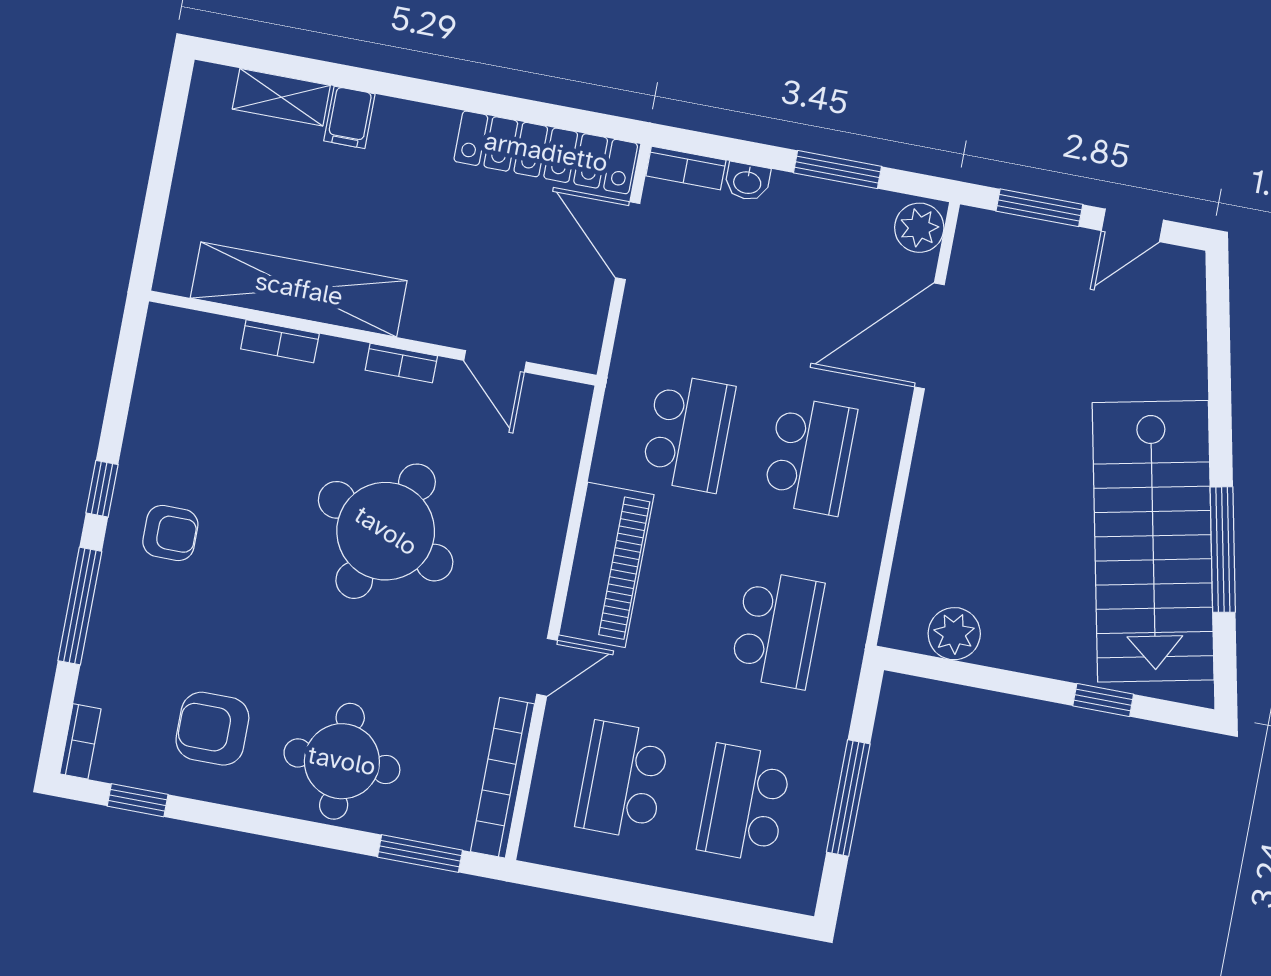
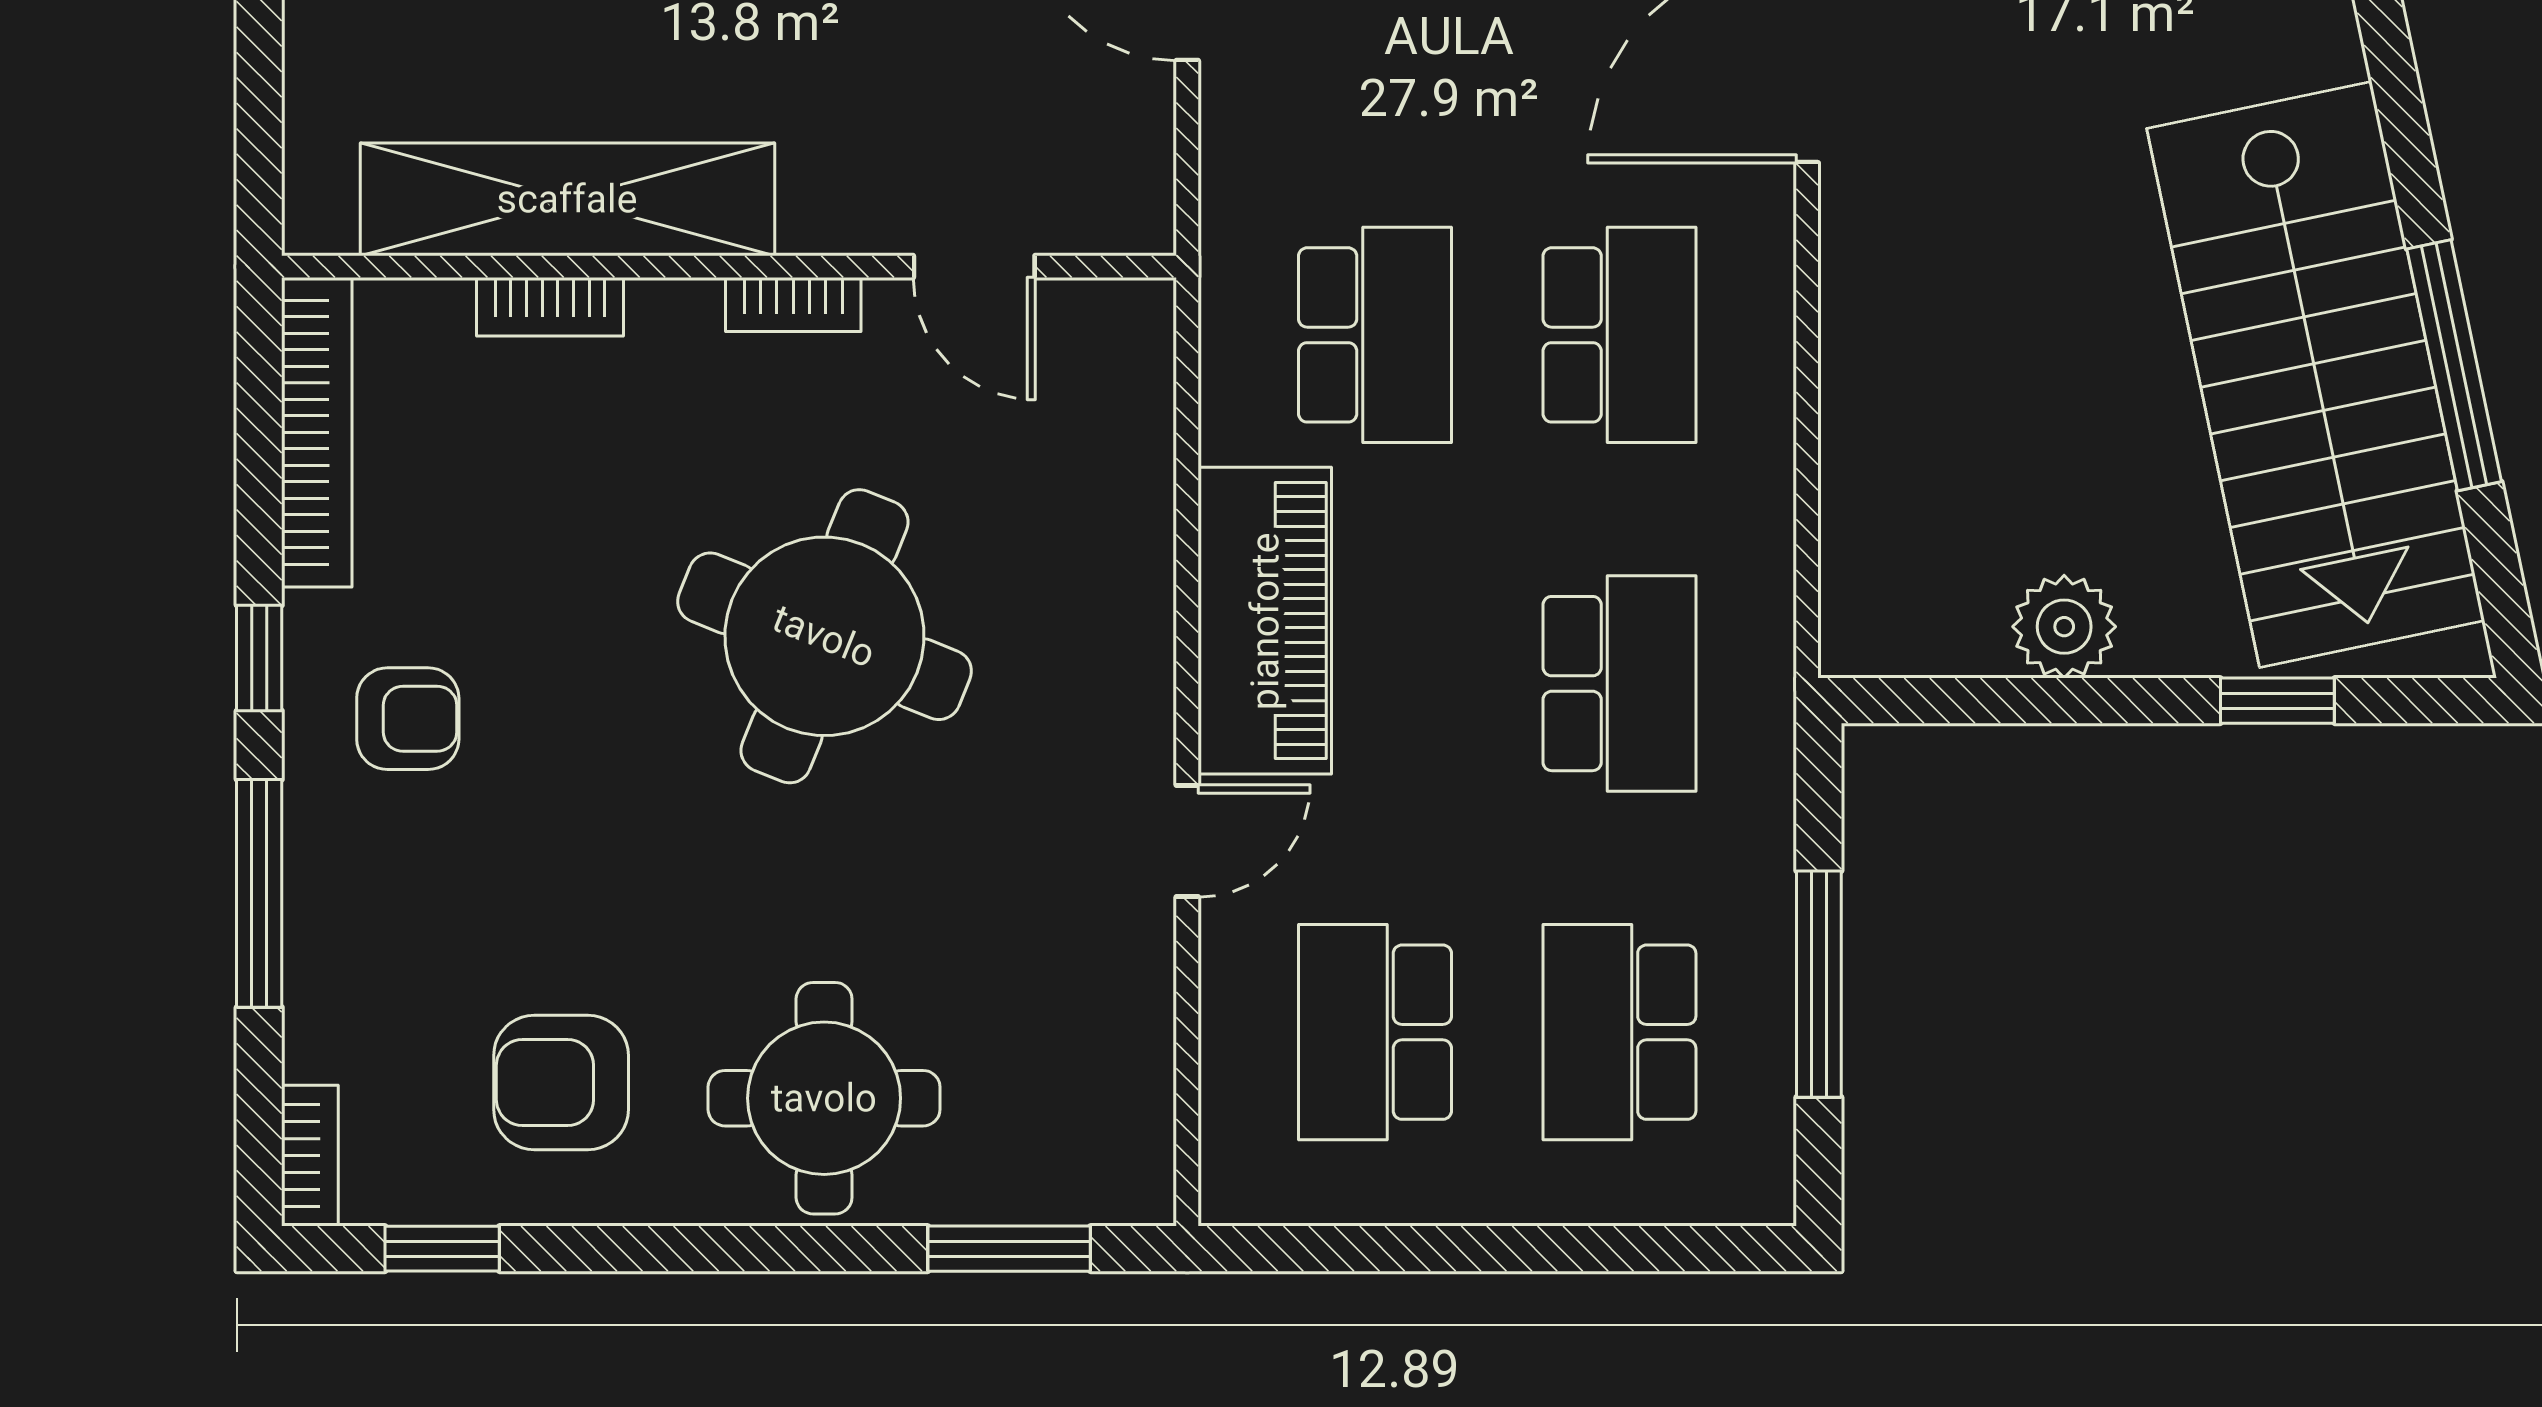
plant: (954, 634) -> (2064, 627), moved
bookcase: (502, 778) -> (317, 432), moved, turned 180

